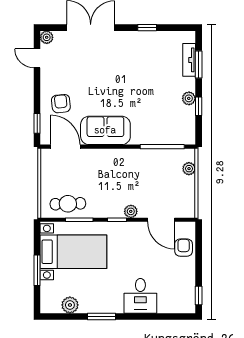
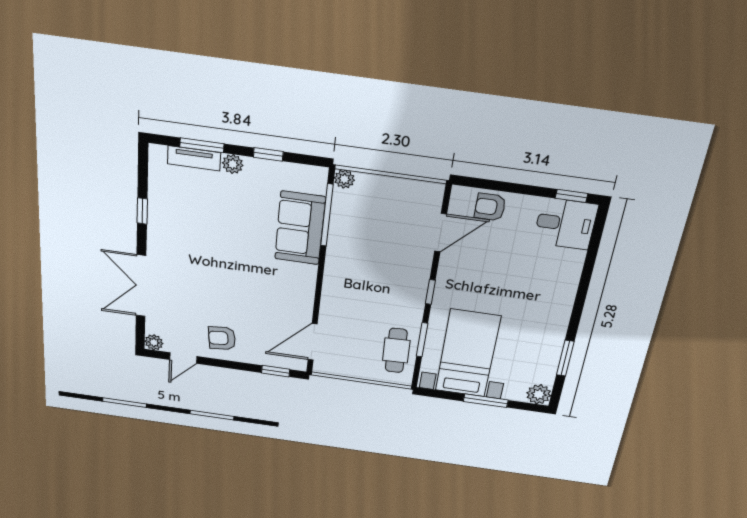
plant: (189, 98) -> (233, 164), moved
armchair: (61, 104) -> (222, 338), moved
sofa: (105, 130) -> (300, 228), moved
plant: (189, 169) -> (344, 179), moved
plant: (131, 211) -> (421, 272), removed
desk: (140, 296) -> (566, 224), moved
plant: (70, 305) -> (539, 394), moved
window: (102, 317) -> (565, 358), moved

